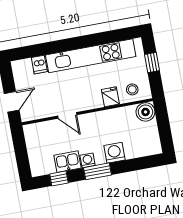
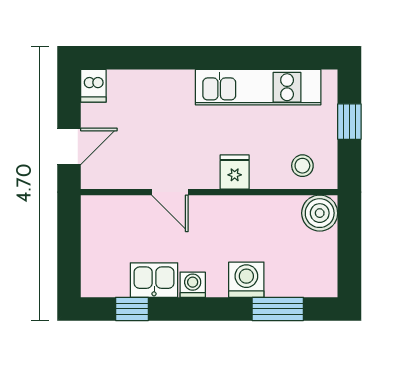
kitchen unit: (91, 56) -> (258, 87), width x0.73
dishwasher: (39, 65) -> (93, 86), moved
fridge: (110, 97) -> (235, 172), moved
window: (98, 171) -> (278, 309), moved

